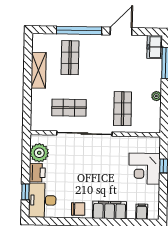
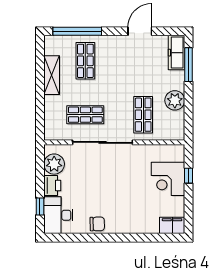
window: (79, 30) -> (77, 31), moved
freezer: (155, 47) -> (177, 53), width x1.40
plant: (156, 96) -> (175, 100), width x1.87, depth x1.87
filing cabinet: (109, 210) -> (131, 224), removed
filing cabinet: (142, 212) -> (172, 225), width x2.00

